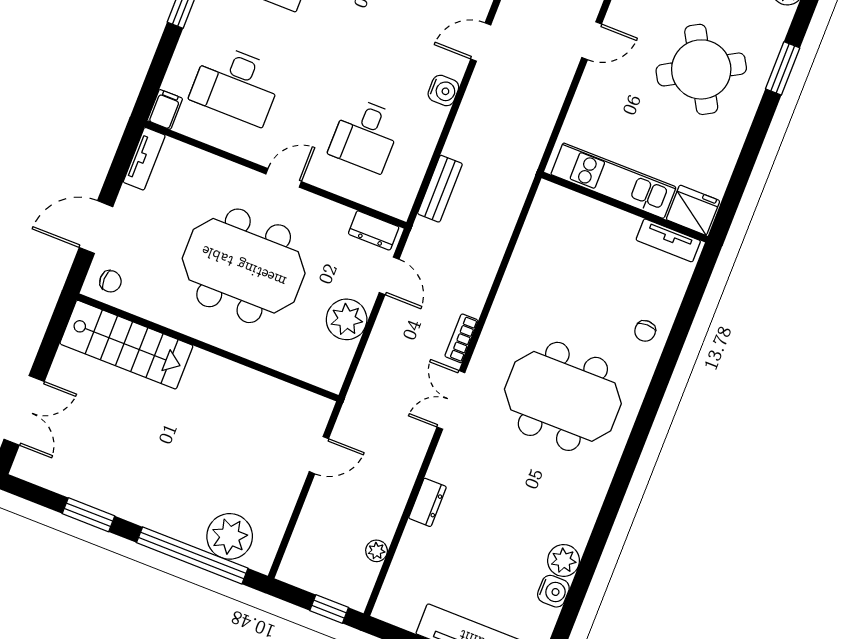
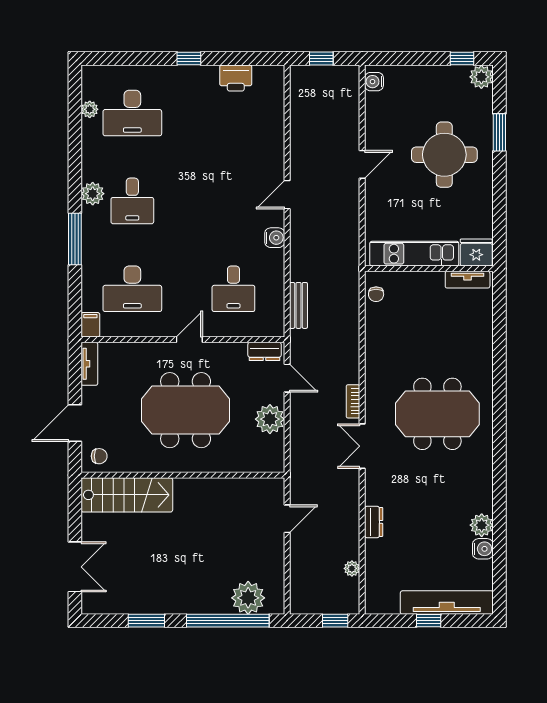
round table: (701, 69) -> (444, 155), turned 30
chair: (645, 331) -> (376, 294), moved

